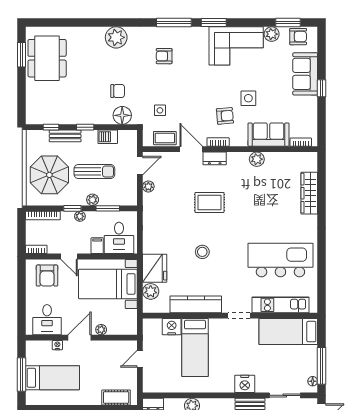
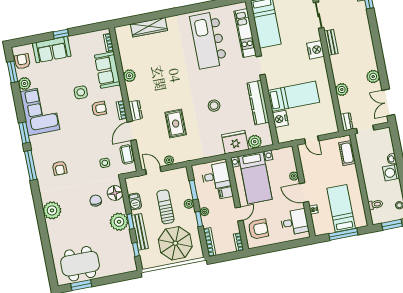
plant: (87, 114) -> (119, 222), added
armchair: (225, 116) -> (99, 109), turned 95
bench: (65, 136) -> (140, 232), width x1.36
rug: (209, 202) -> (176, 124), moved

